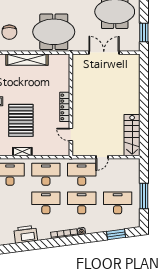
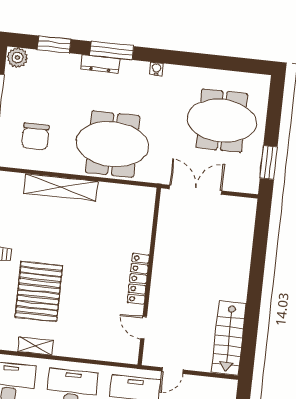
wall: (71, 105) -> (149, 276), moved
locker: (65, 107) -> (138, 279), moved
door: (71, 135) -> (144, 328), moved

